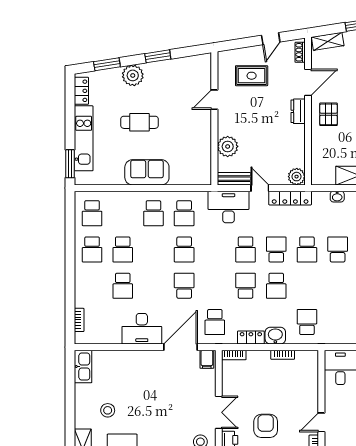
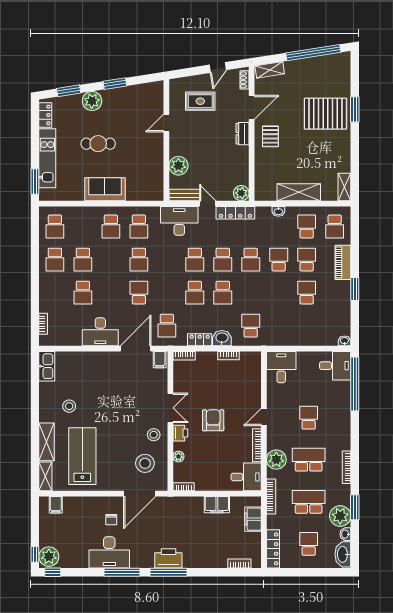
school desk: (276, 249) -> (223, 260), turned 180
school desk: (246, 286) -> (195, 293), turned 180

